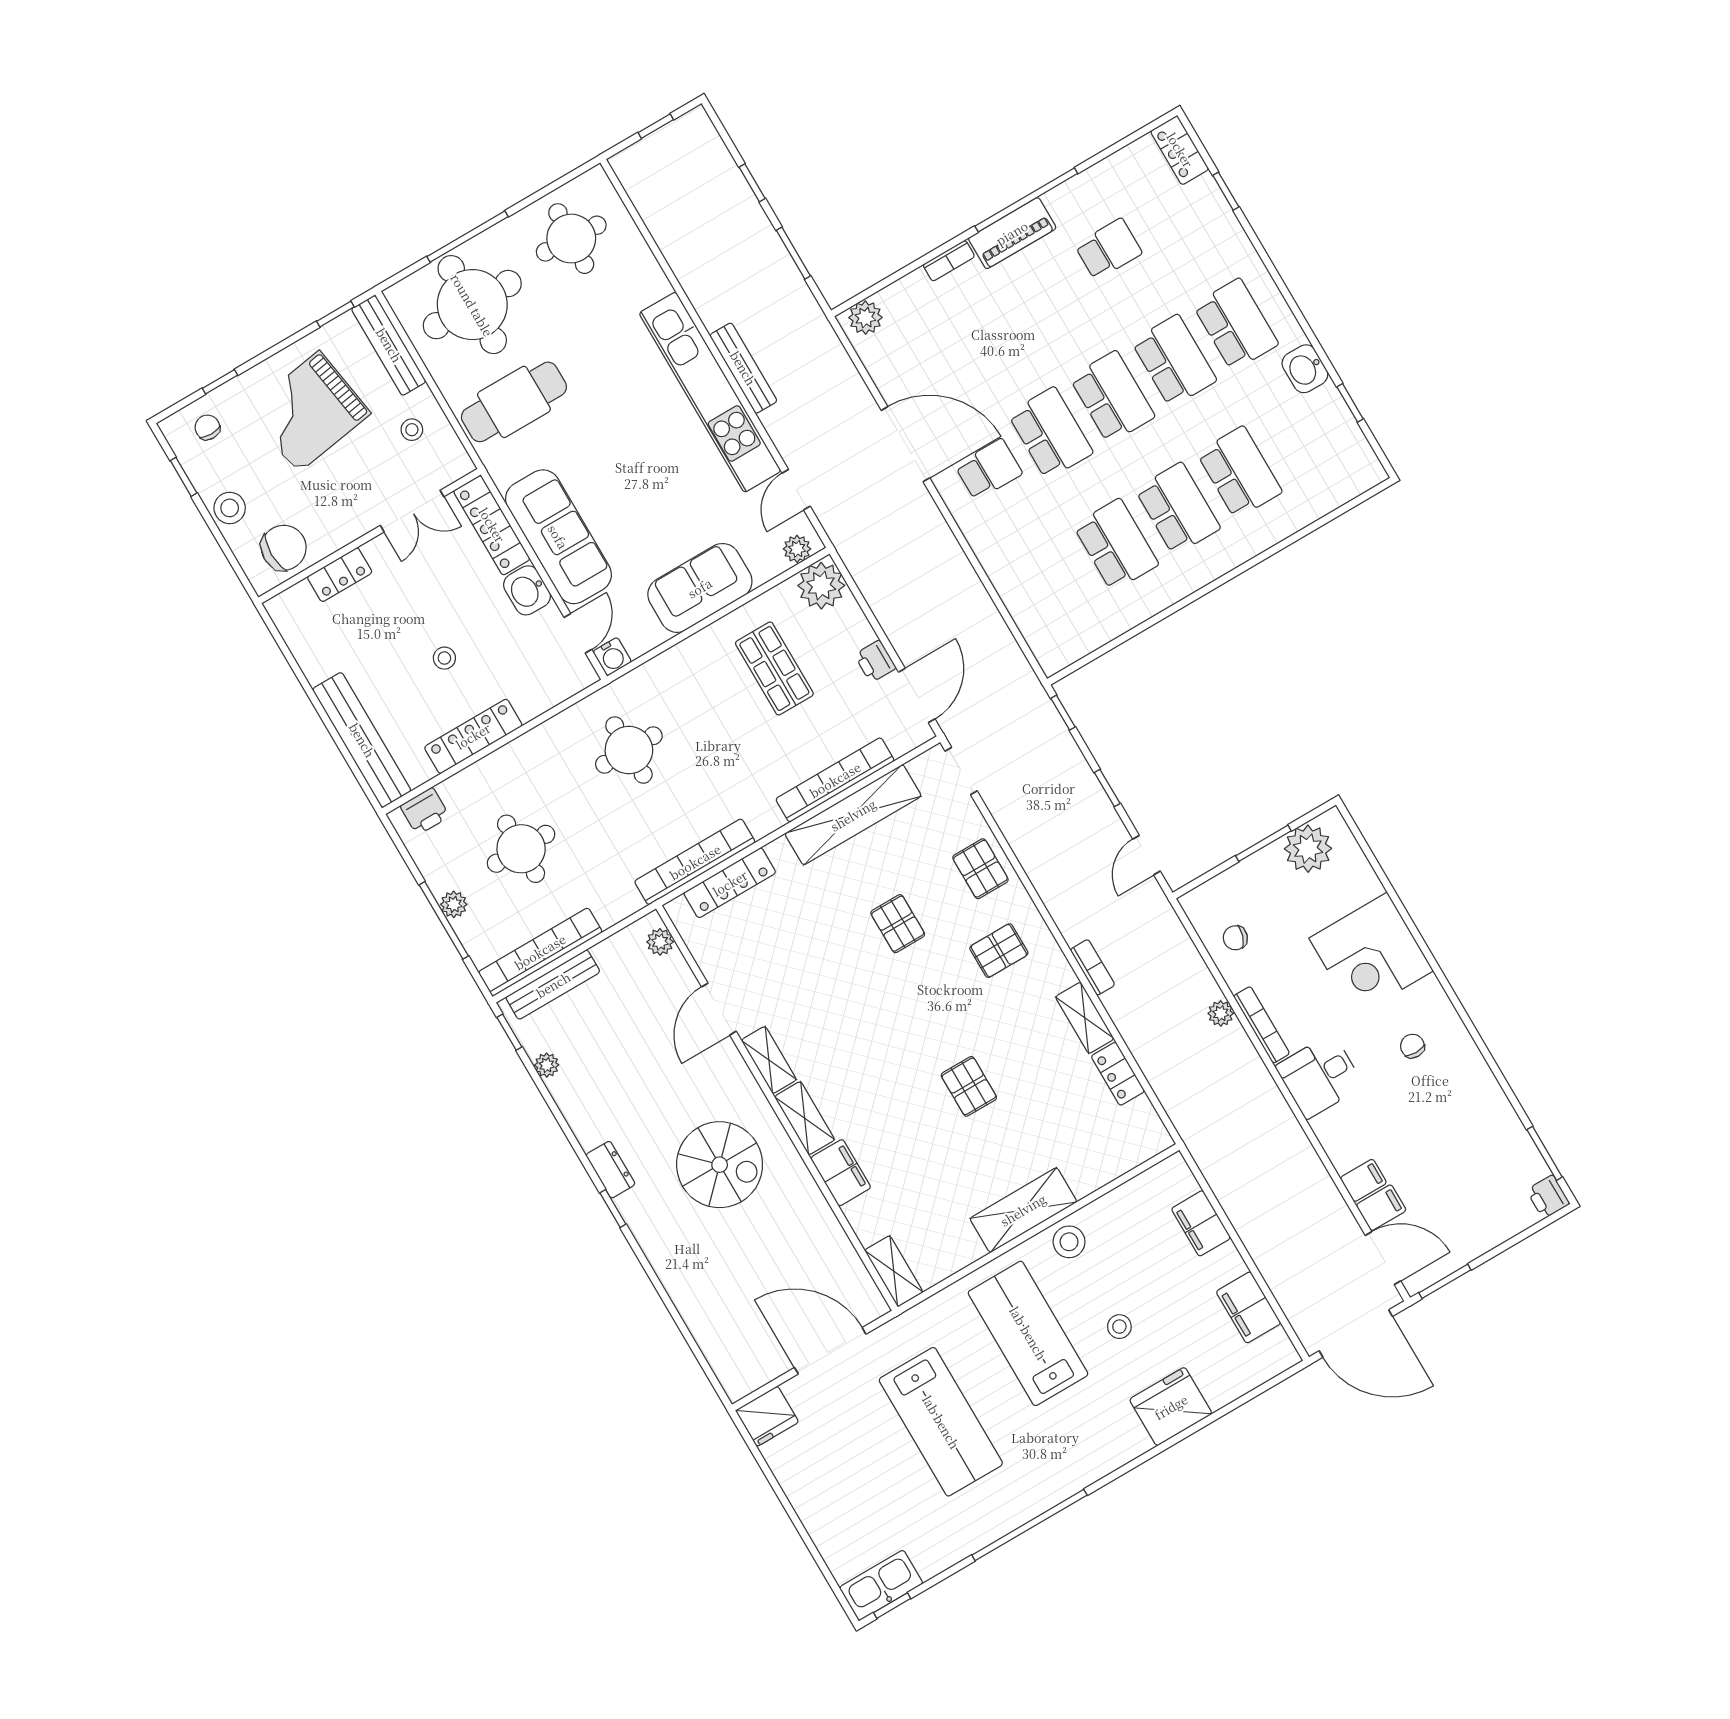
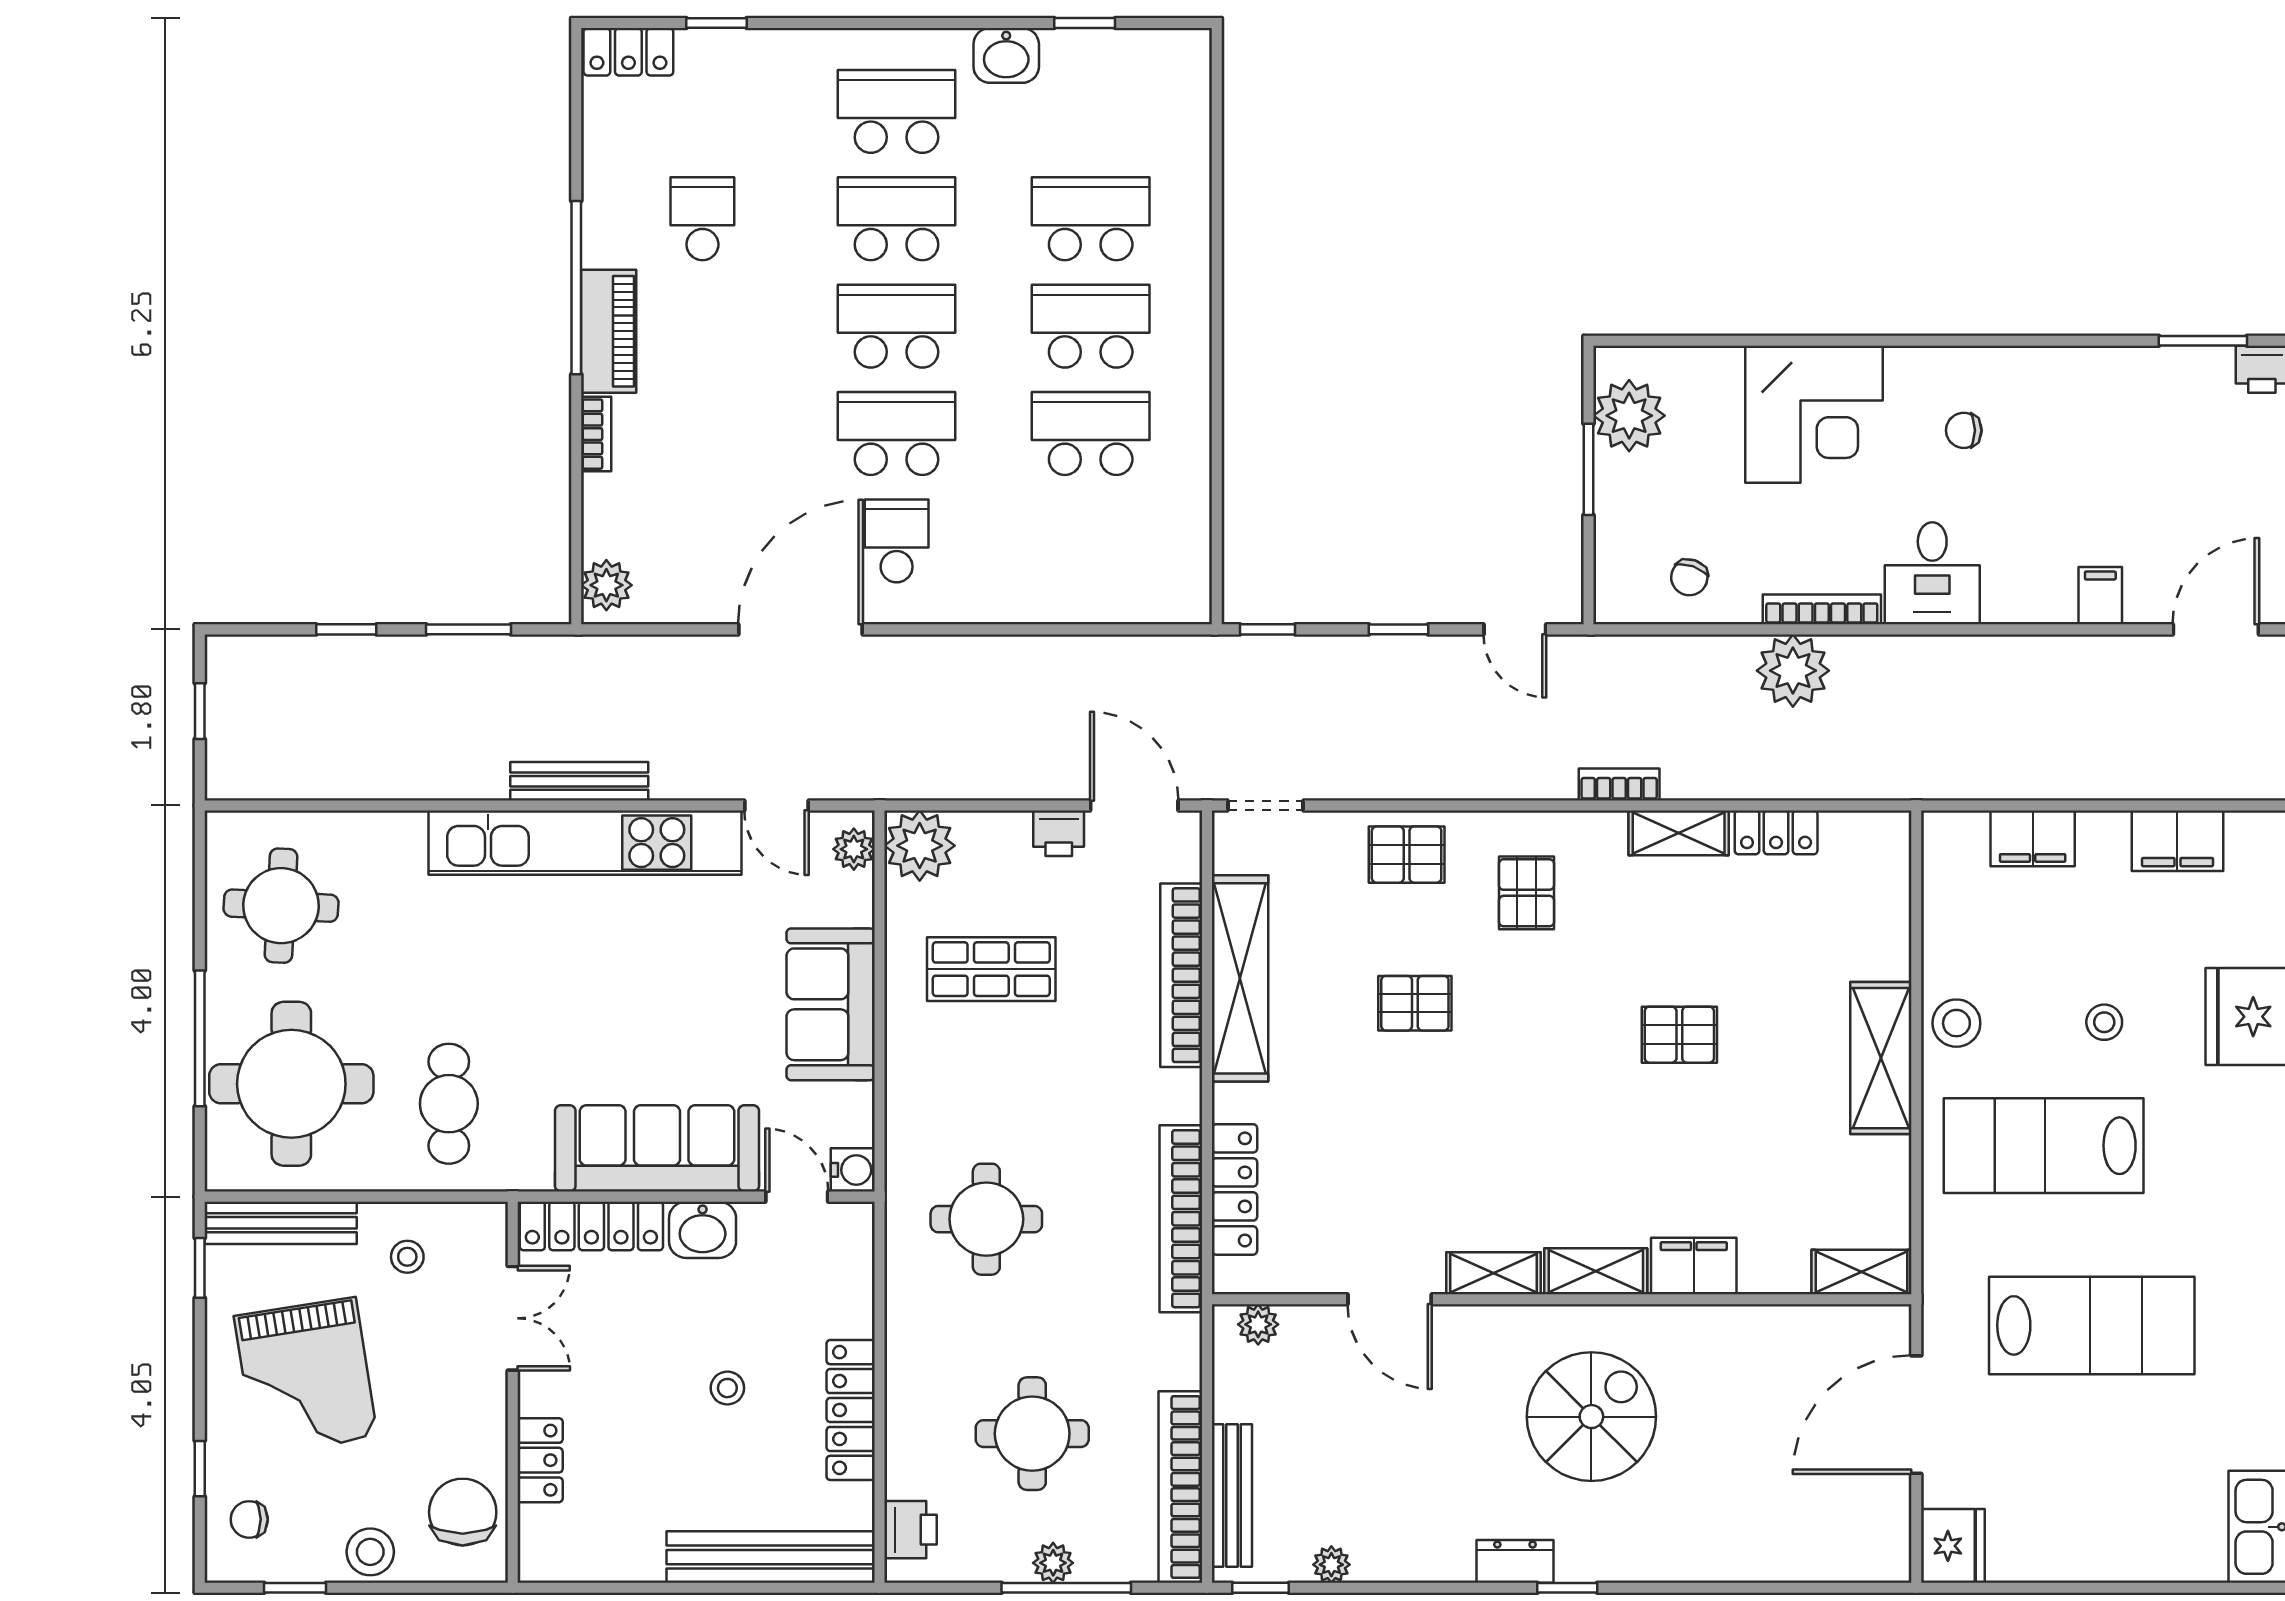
cafe table: (514, 402) -> (449, 1104), width x0.73, depth x0.74
plant: (1221, 1013) -> (1793, 671), width x1.87, depth x1.87
filing cabinet: (1381, 1208) -> (2149, 593), removed

